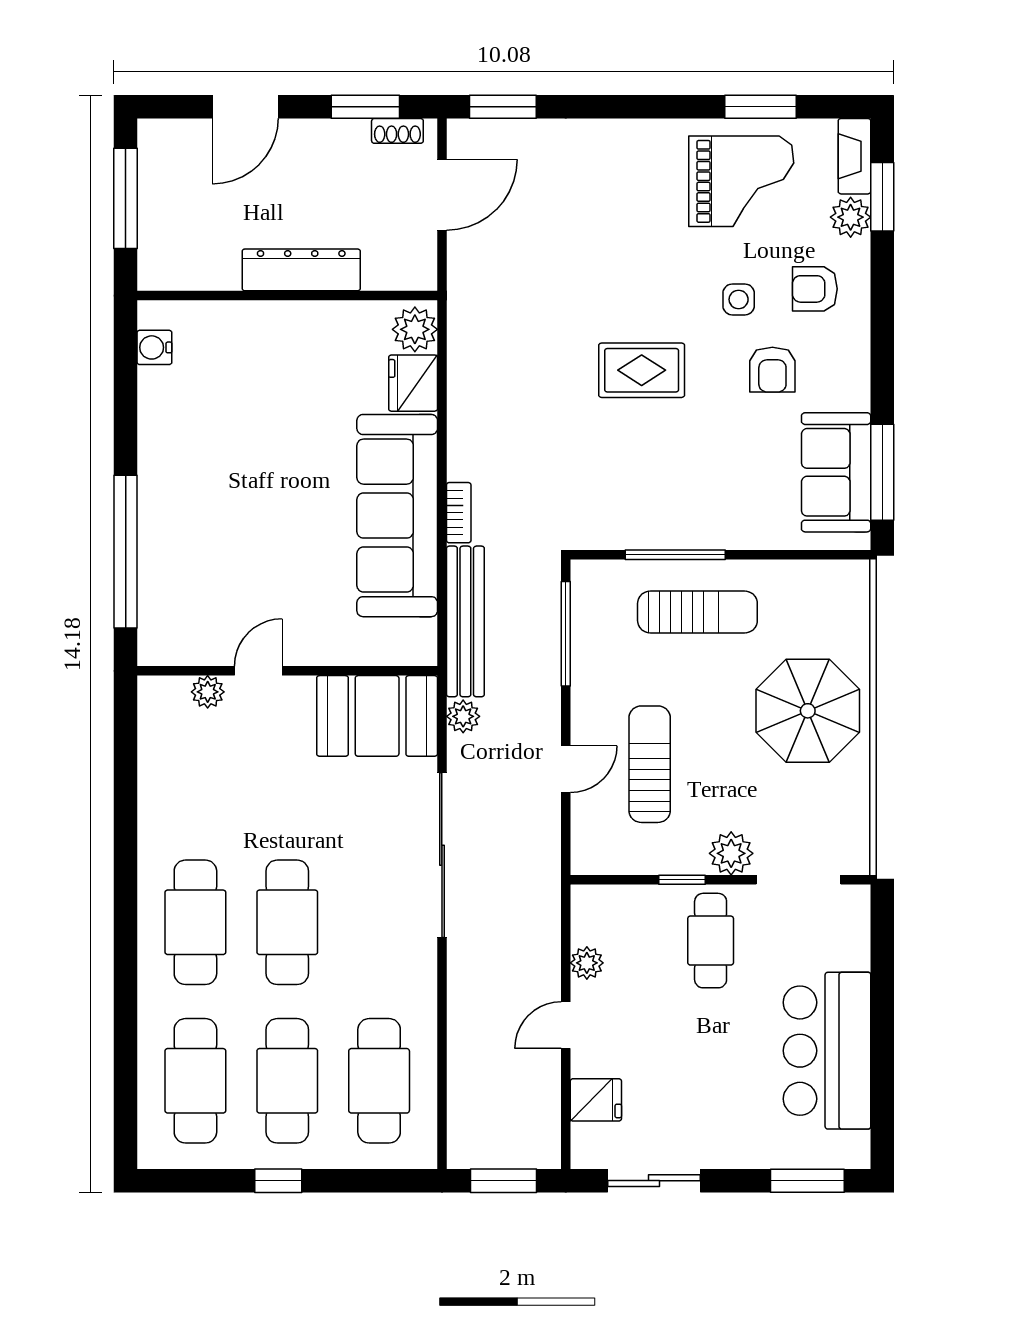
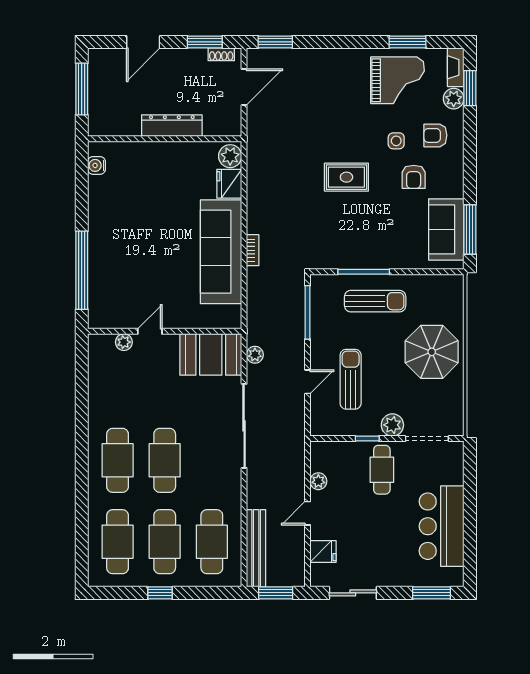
bench: (465, 621) -> (256, 548), moved

